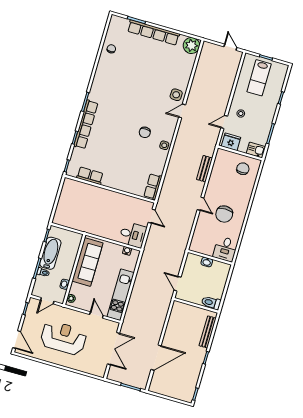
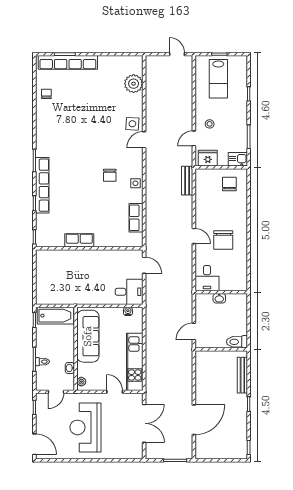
row of seats: (153, 32) -> (68, 62), moved
plant: (191, 45) -> (134, 84), moved
bench: (204, 169) -> (187, 181), moved
row of seats: (90, 176) -> (79, 240), moved
row of seats: (153, 187) -> (136, 218), moved
desk: (225, 249) -> (207, 278), moved
bathtub: (50, 253) -> (55, 316), moved, turned 90
door: (177, 284) -> (194, 332), hinge flipped
reception desk: (63, 338) -> (85, 427), turned -90

